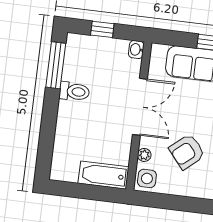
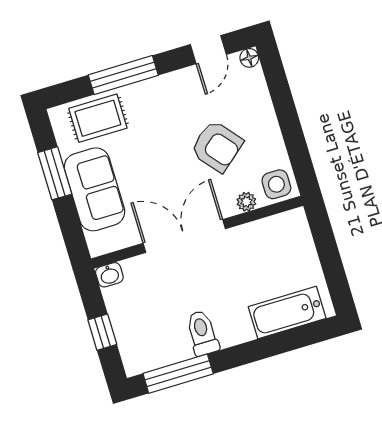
bathtub: (103, 175) -> (287, 312), moved, turned 90

